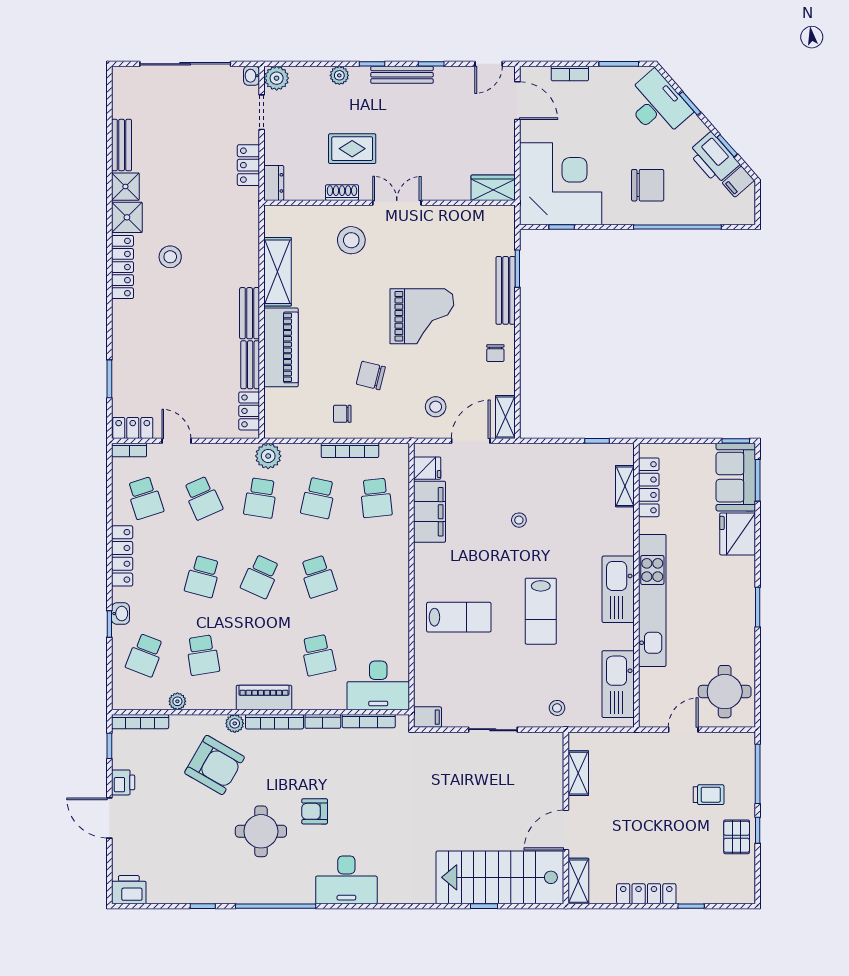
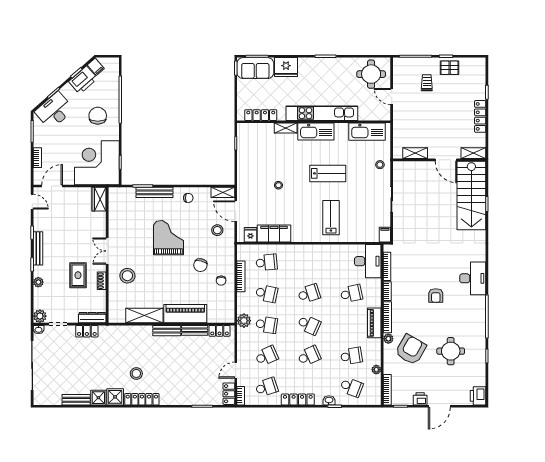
dresser: (274, 183) -> (92, 318), width x1.44
shelving: (625, 486) -> (286, 128), moved
school desk: (203, 576) -> (309, 356), turned -39
round table: (261, 831) -> (451, 351), moved

